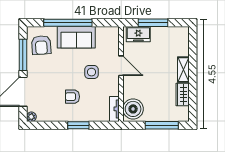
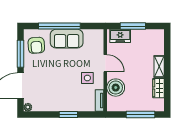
side table: (91, 72) -> (87, 78), moved
armchair: (72, 97) -> (63, 90), removed
boiler: (133, 109) -> (116, 88), moved

